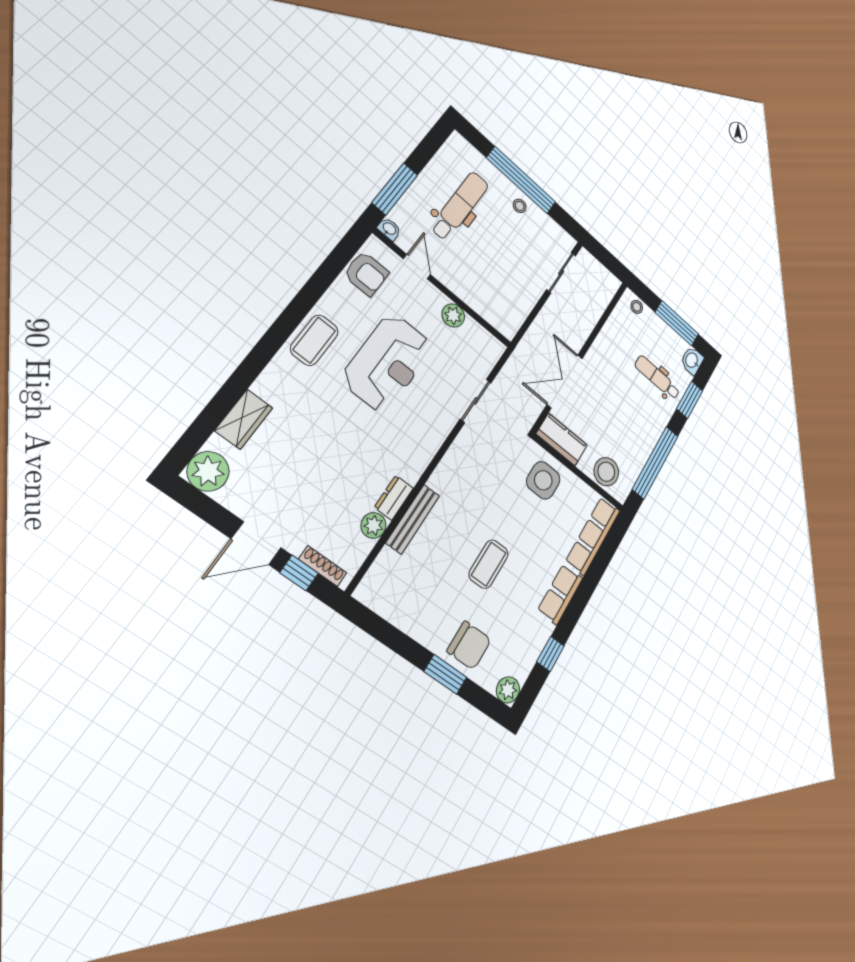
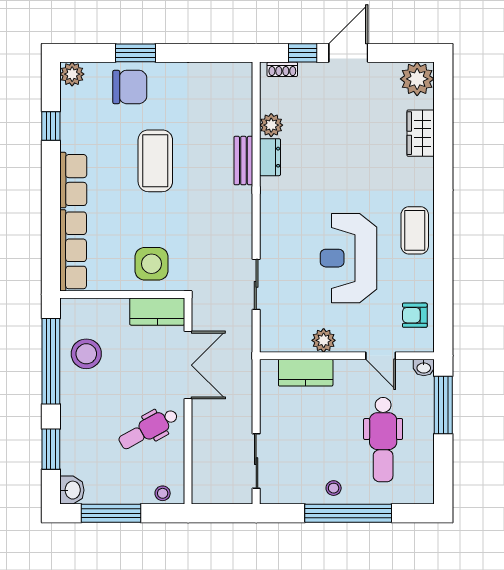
armchair: (366, 274) -> (415, 315), width x0.72, depth x0.72
kitchen counter: (483, 303) -> (306, 373), added
dental chair: (657, 378) -> (148, 429), moved, turned 151
stool: (606, 472) -> (86, 354), moved
bench: (413, 519) -> (243, 161), width x0.73
coffee table: (489, 564) -> (155, 161), width x1.36, depth x1.32
shoe rack: (323, 566) -> (282, 69), width x0.70
chair: (469, 645) -> (130, 87), turned 180

